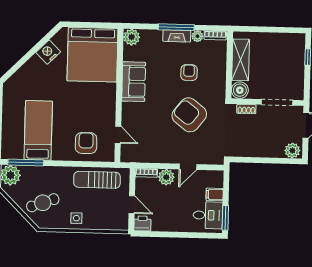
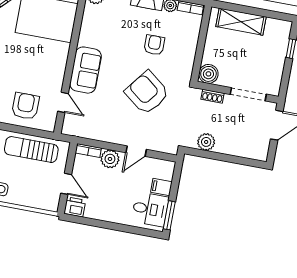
shelving: (241, 60) -> (241, 22), moved, turned 90
sofa: (134, 82) -> (86, 70), moved
plant: (292, 151) -> (206, 142), moved

